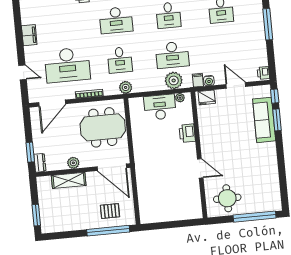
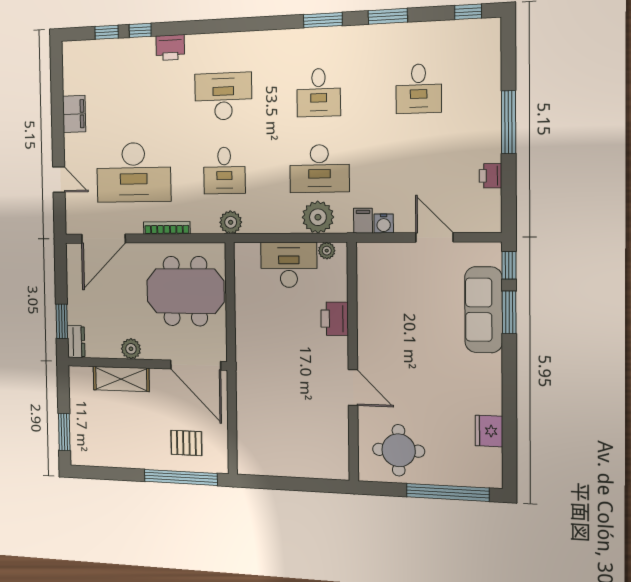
desk: (116, 20) -> (223, 96), turned 180
printer: (263, 73) -> (491, 176), moved
fridge: (207, 97) -> (489, 431), moved, turned 90

